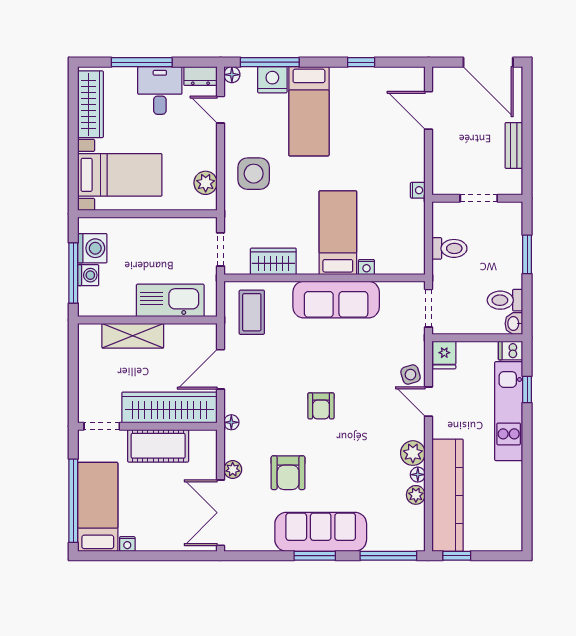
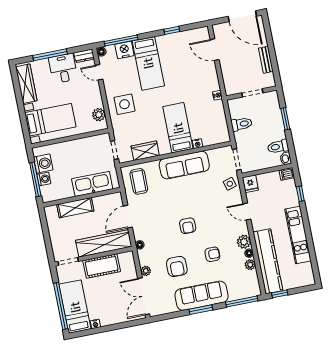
side table: (410, 375) -> (230, 184), moved
kitchen unit: (509, 411) -> (298, 235), moved
armchair: (354, 464) -> (212, 254), added

